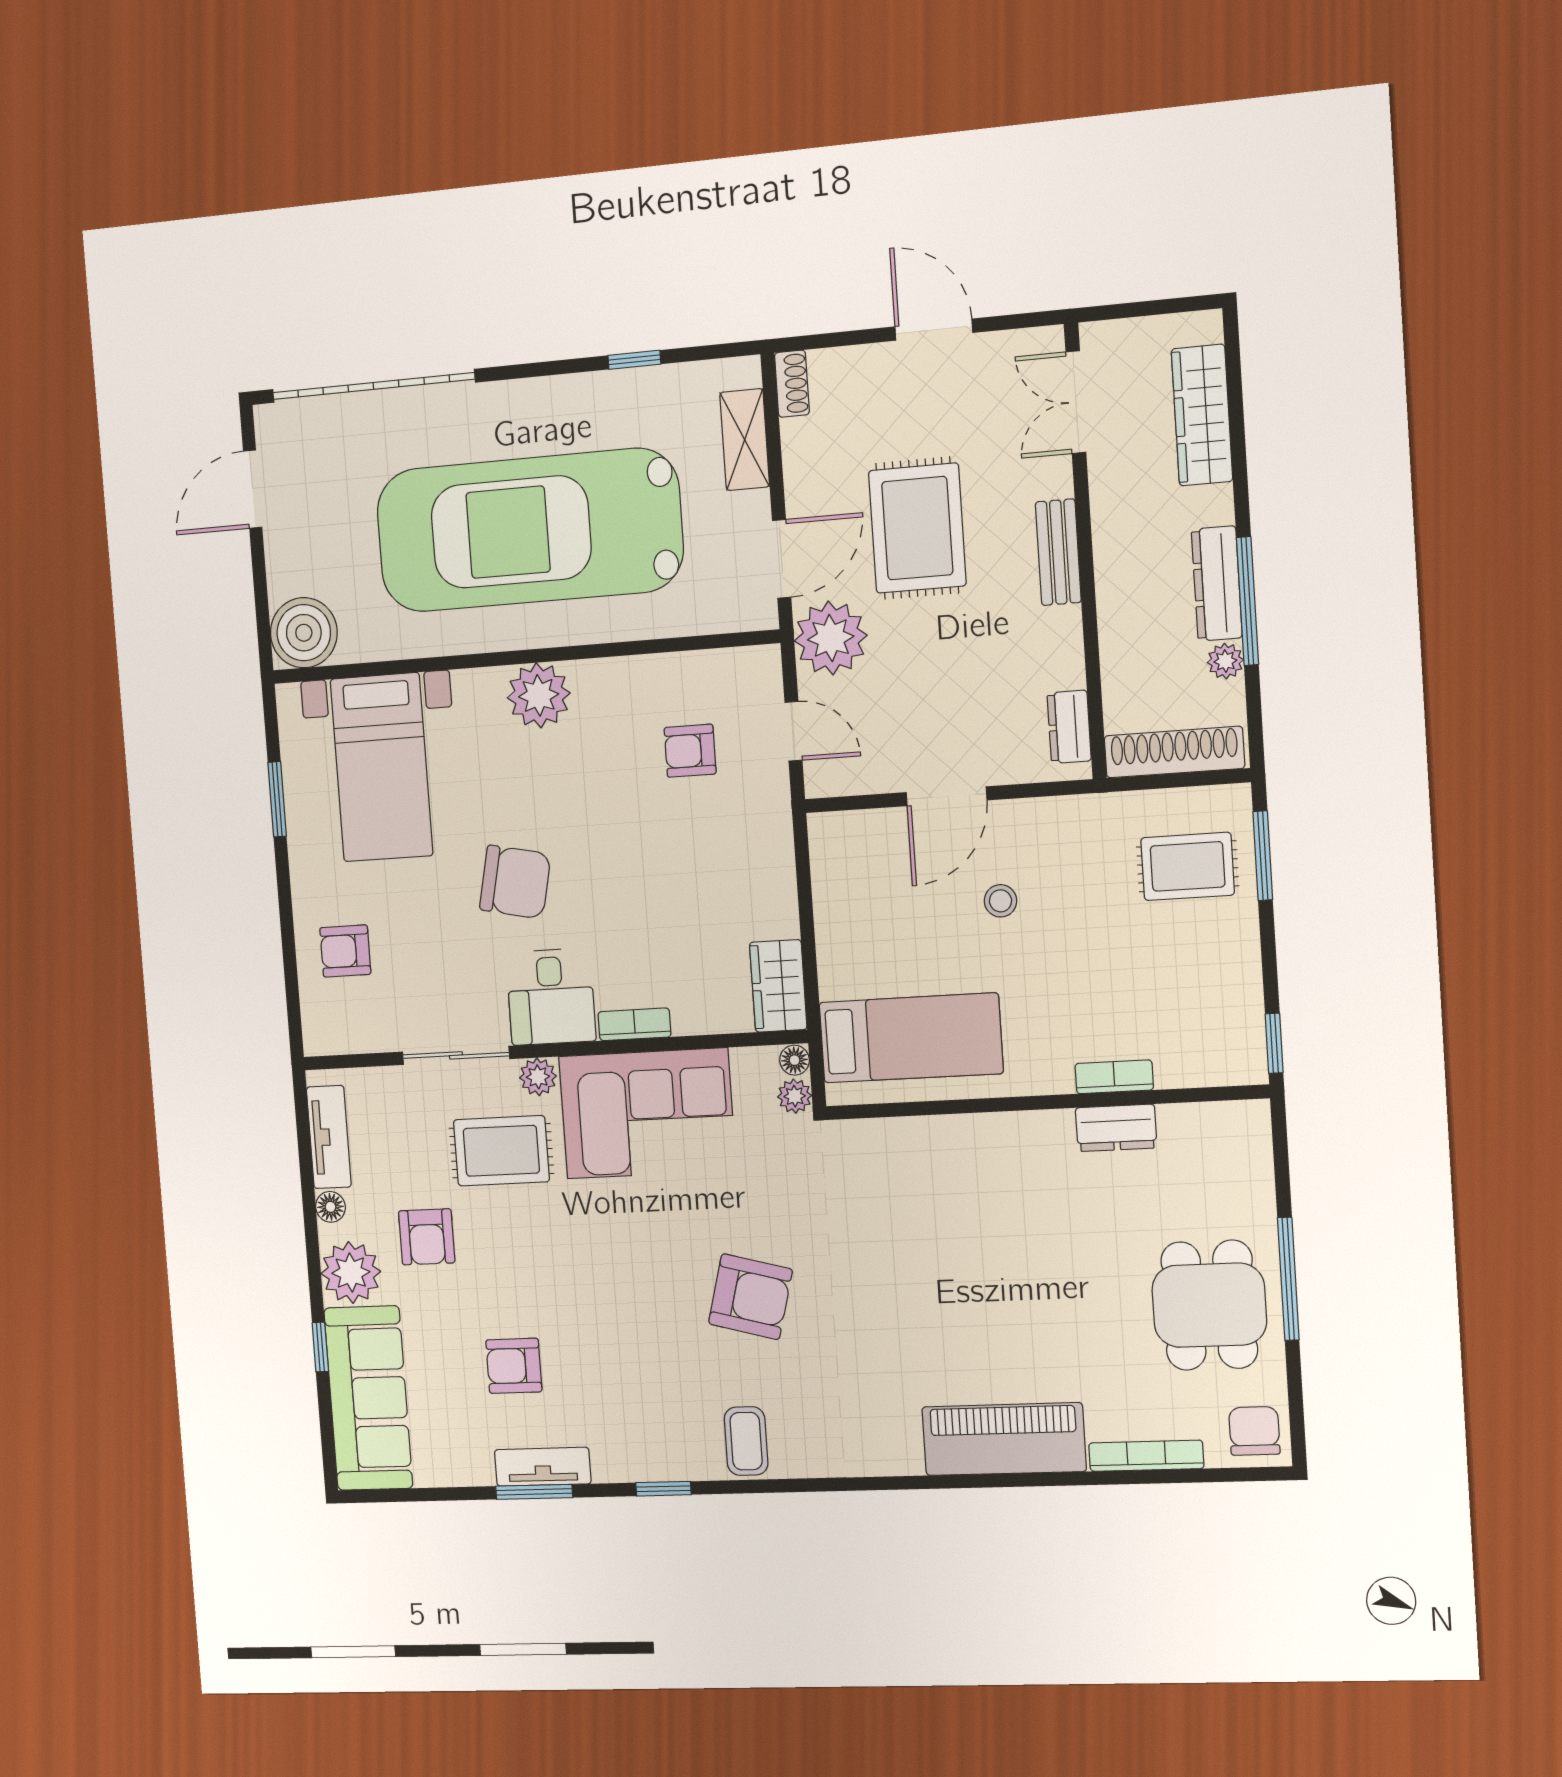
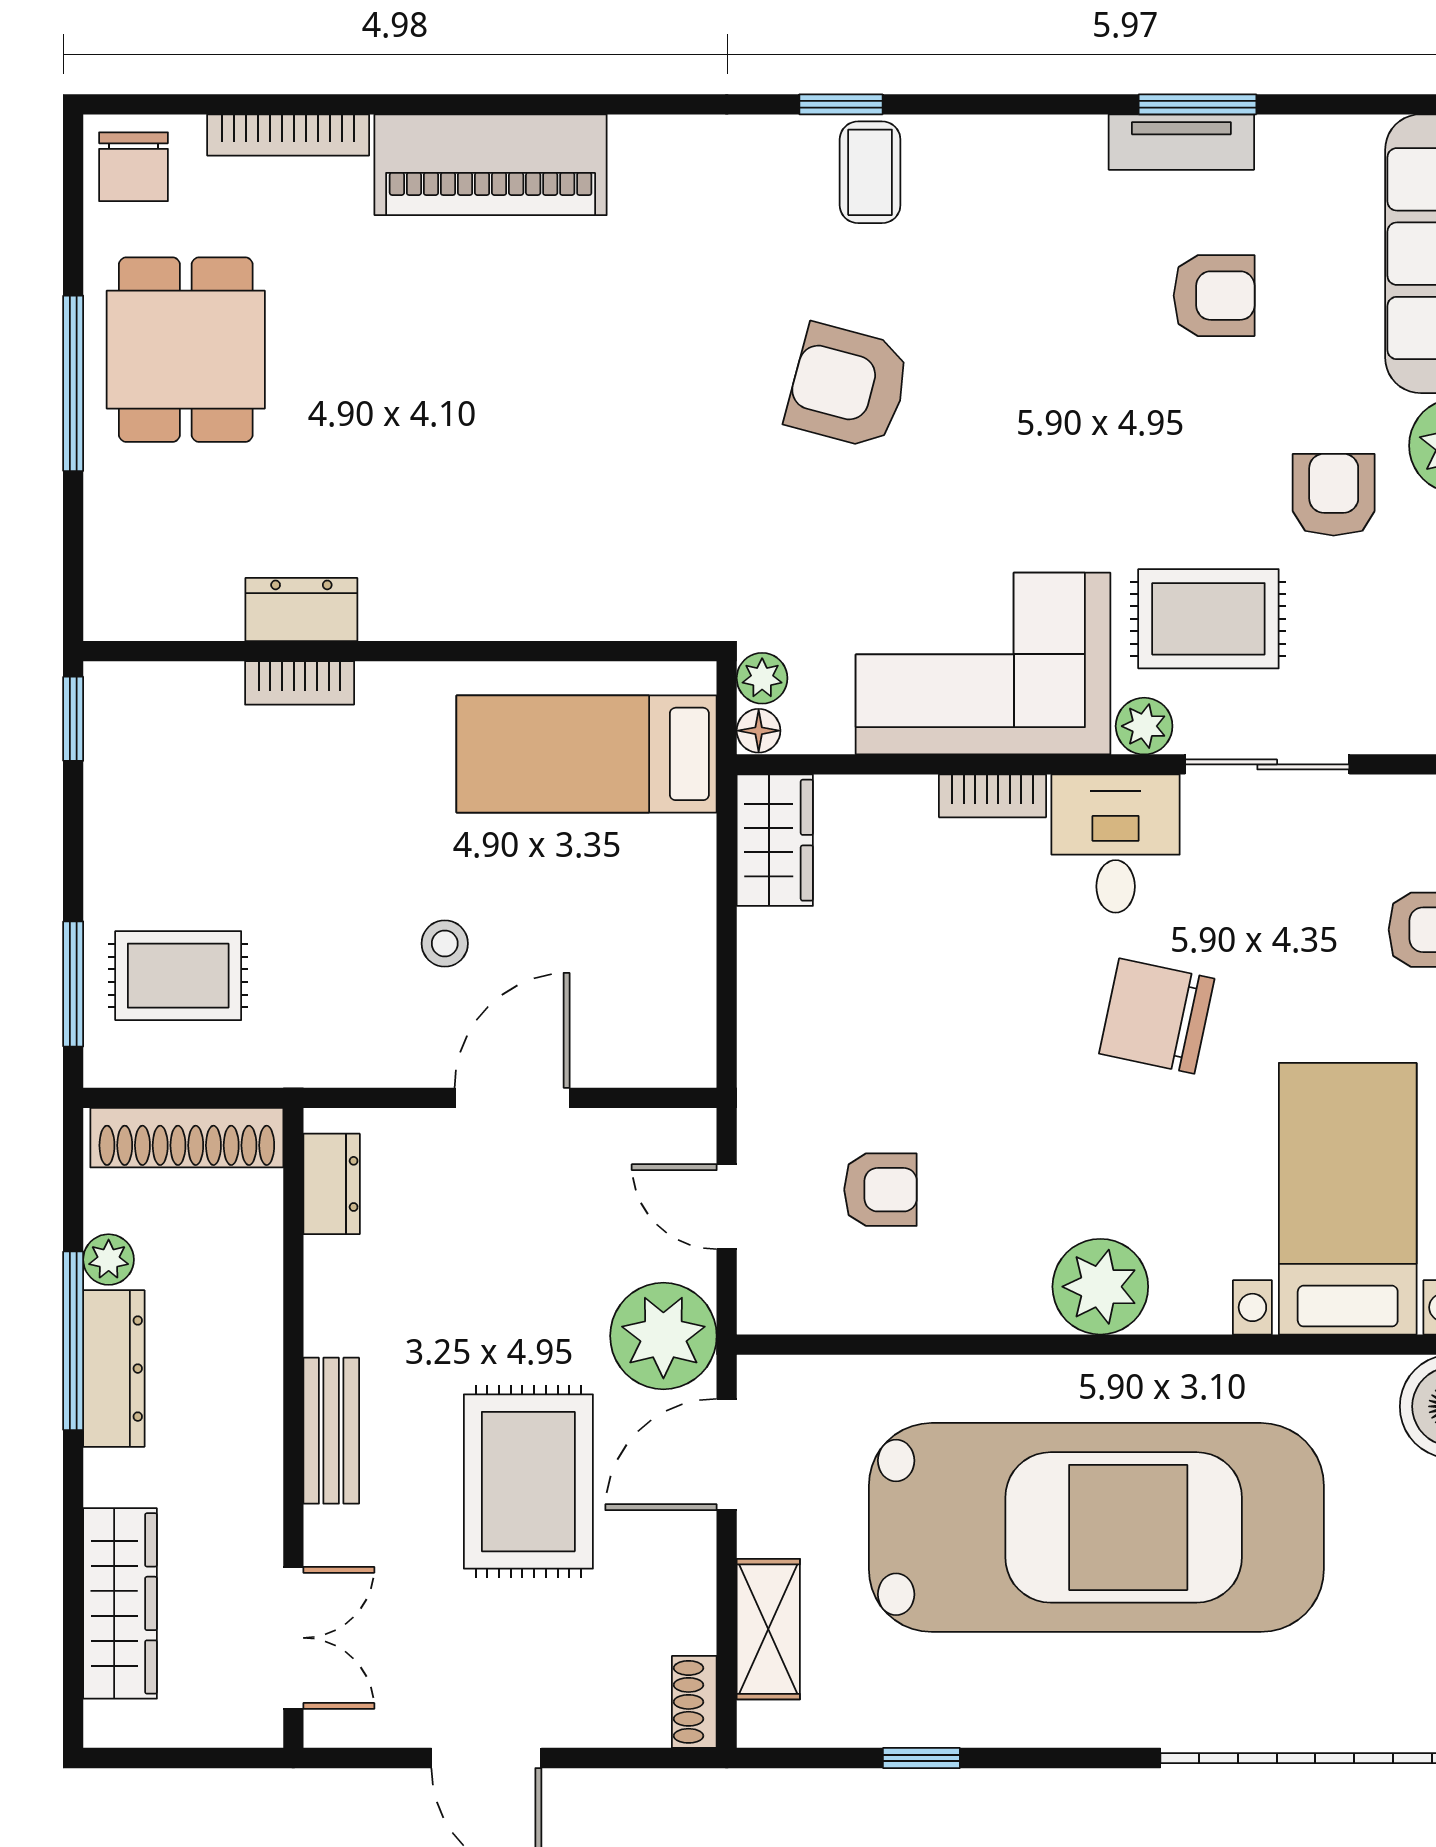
window: (663, 1489) -> (841, 104), moved

